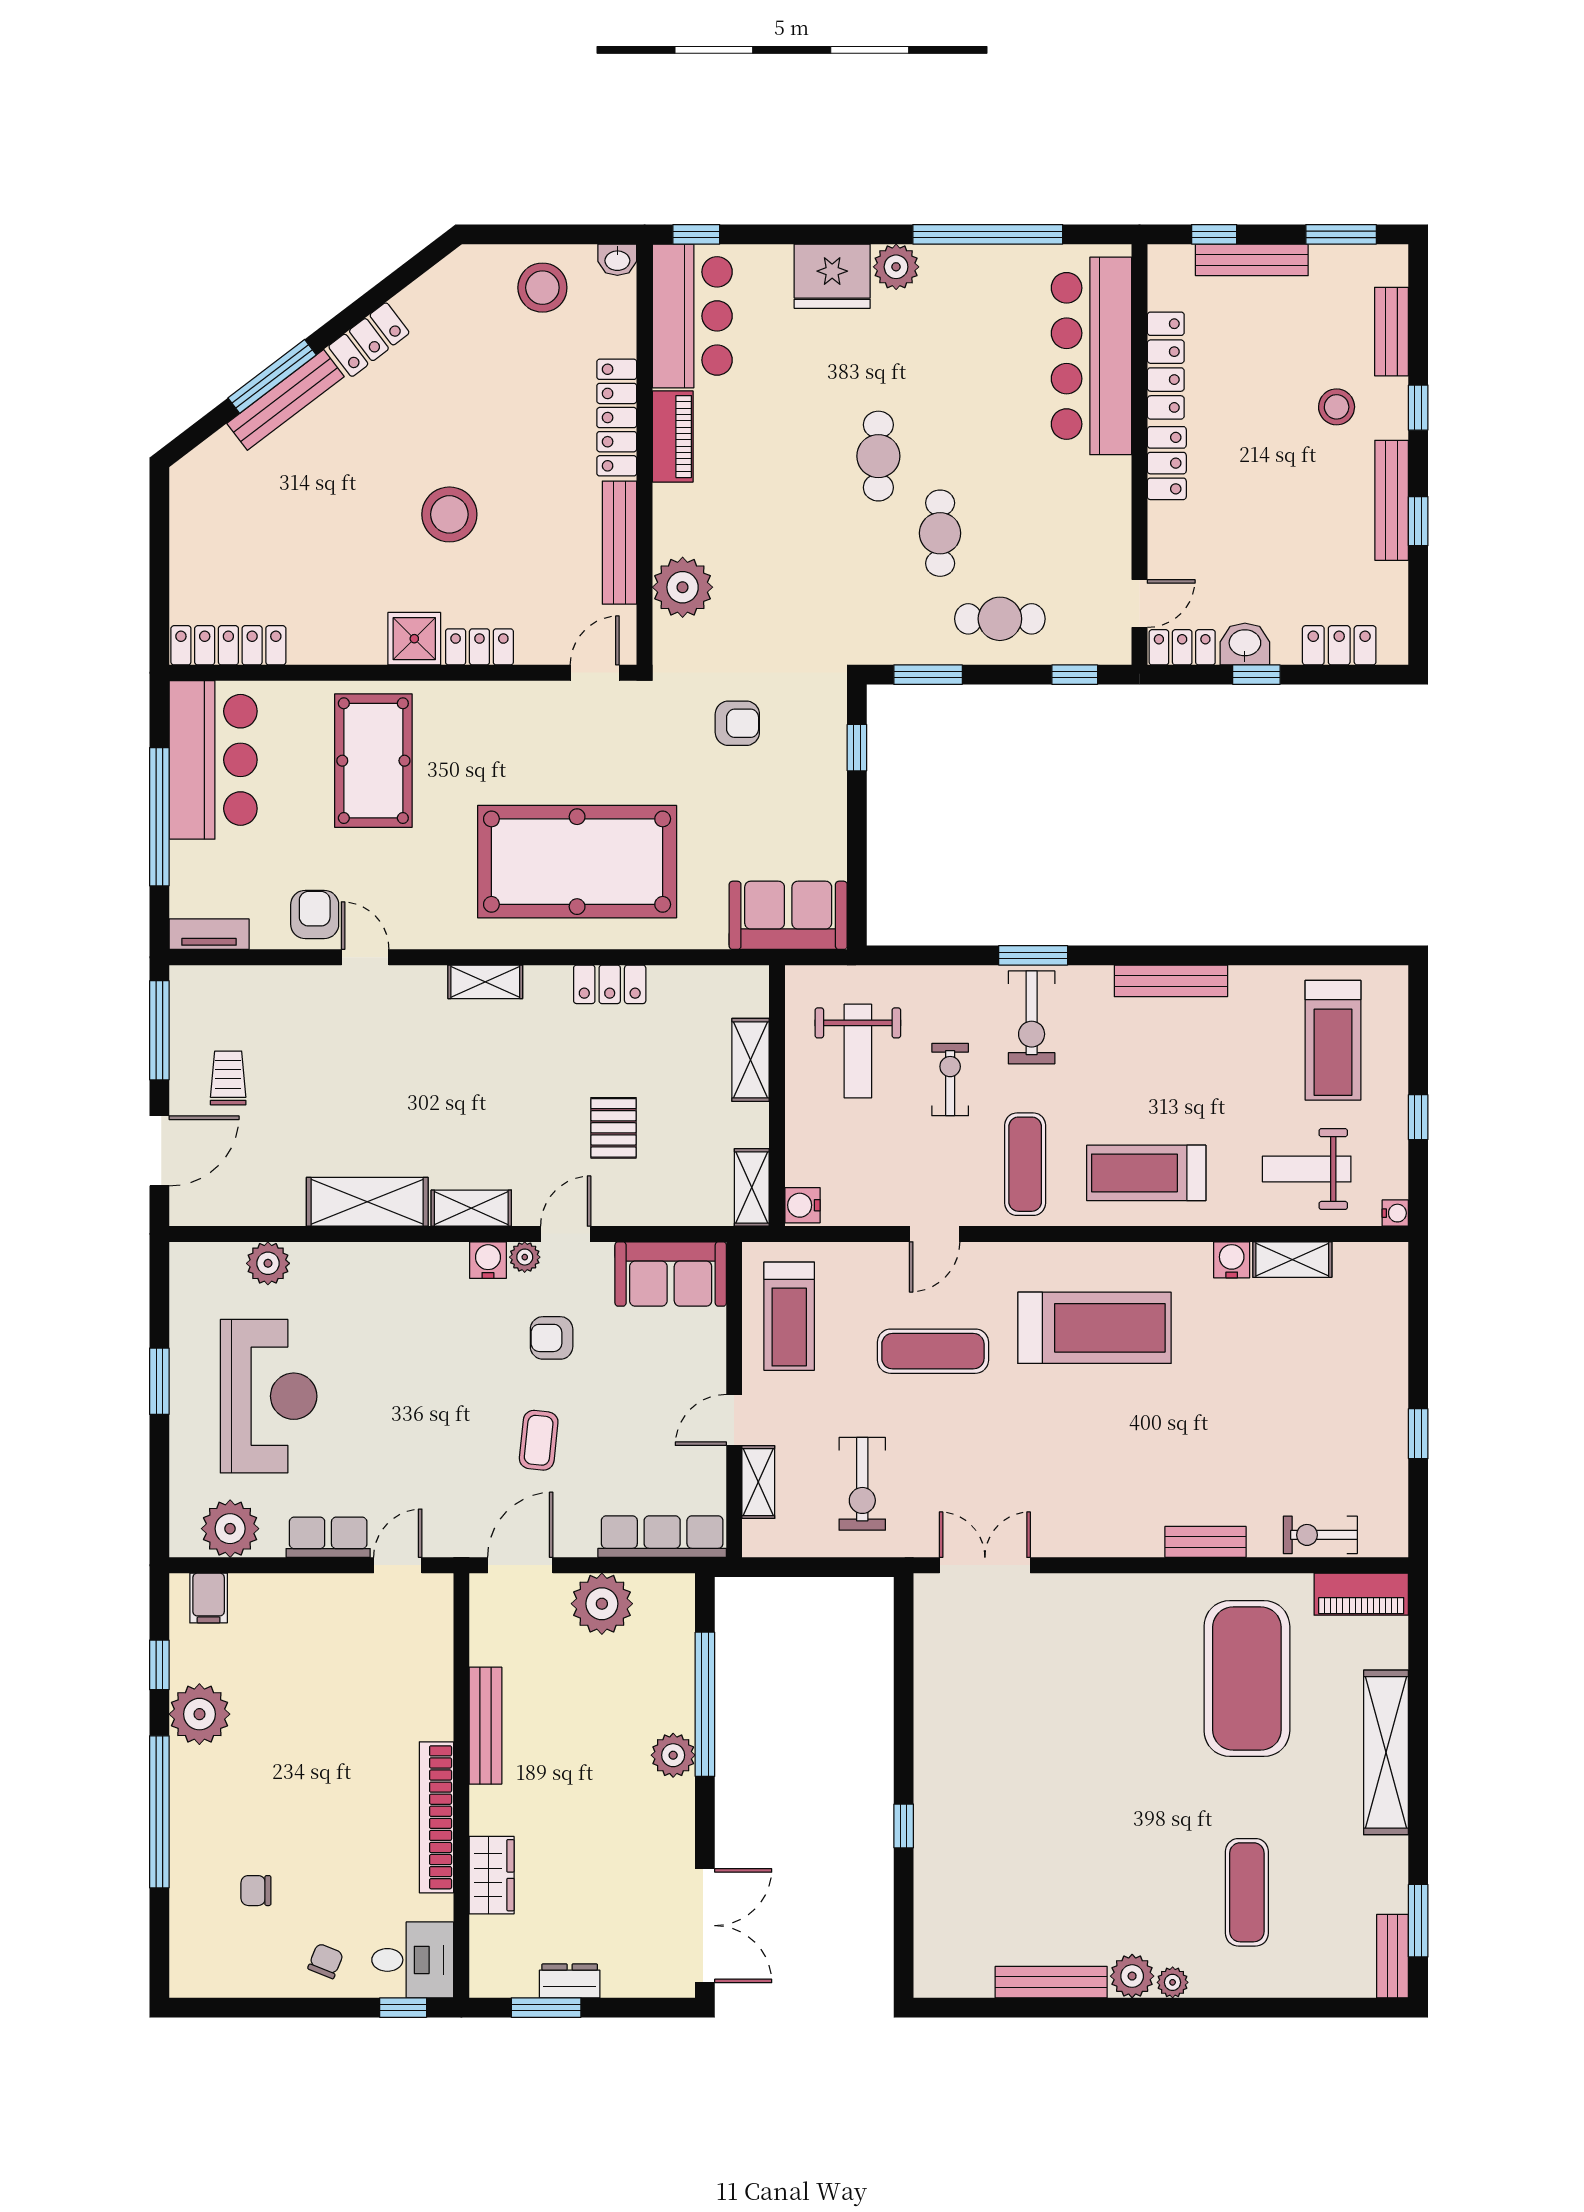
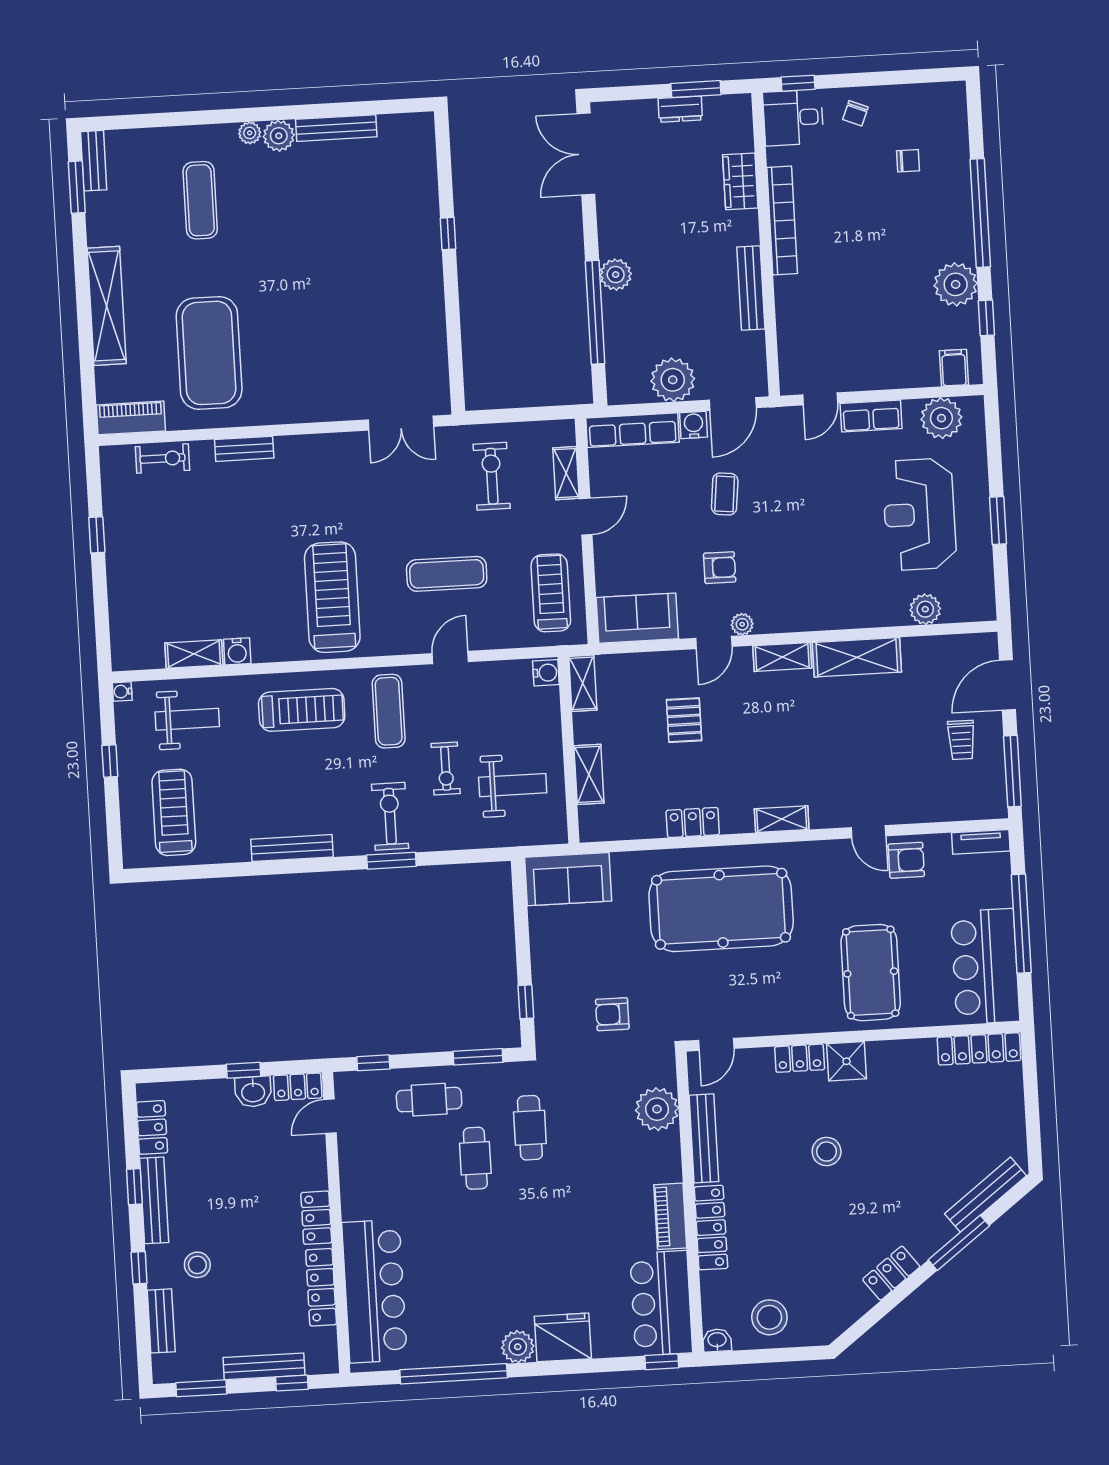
bench: (285, 400) -> (985, 1195), moved
cafe table: (878, 456) -> (530, 1128), moved
stool: (449, 514) -> (827, 1152), width x0.73, depth x0.73
locker: (1339, 645) -> (152, 1127), moved, turned -90
armchair: (315, 914) -> (906, 860), turned -90
weight bench: (858, 1051) -> (513, 785), turned 90
water cooler: (488, 1260) -> (694, 425), moved, turned 180
treadmill: (1095, 1328) -> (332, 597), turned 90

